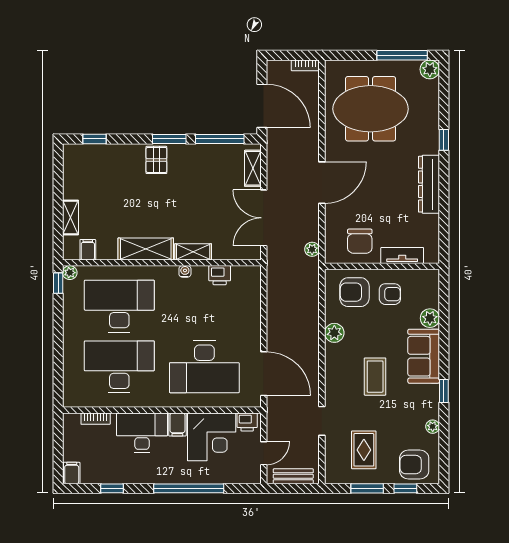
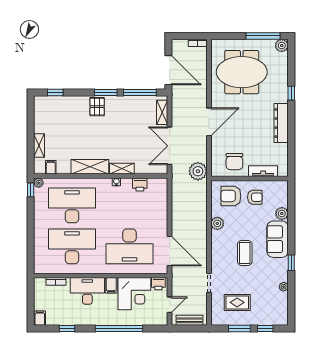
plant: (312, 249) -> (198, 171), width x1.87, depth x1.87
rug: (364, 450) -> (237, 302), turned 90
armchair: (414, 465) -> (271, 312), removed

